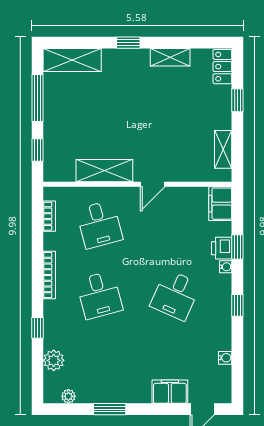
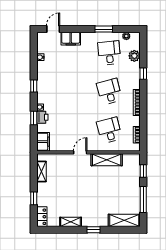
desk: (175, 295) -> (109, 53), moved, turned -30

